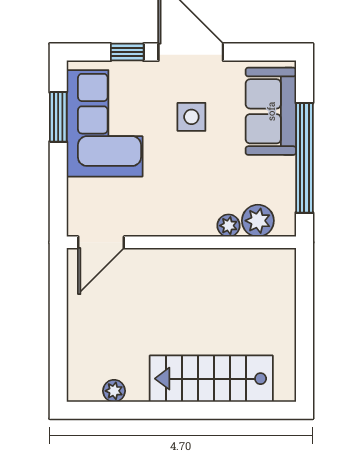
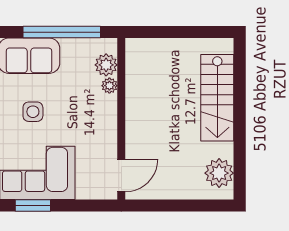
door: (101, 242) -> (121, 175), hinge flipped
plant: (114, 391) -> (219, 173), width x1.88, depth x1.88

